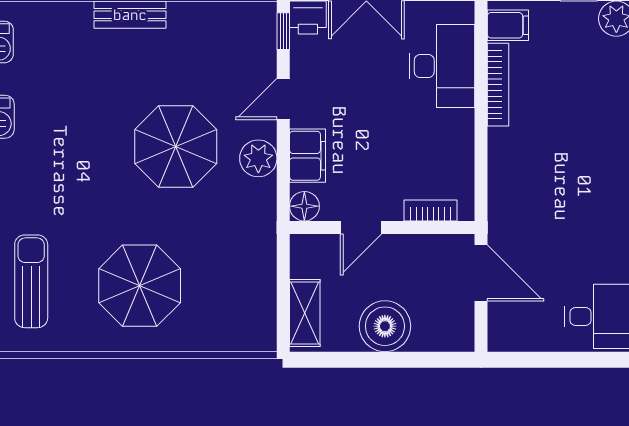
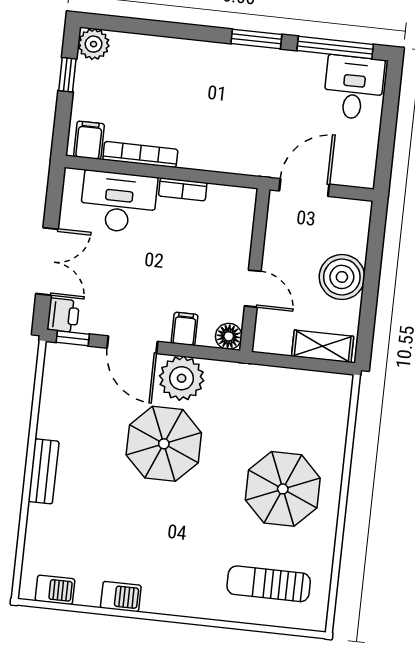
door: (283, 99) -> (132, 345), width x1.37
filing cabinet: (307, 156) -> (185, 329), width x0.50
plant: (258, 158) -> (182, 378), width x1.36, depth x1.36
bookcase: (430, 210) -> (183, 189), moved, turned -90

